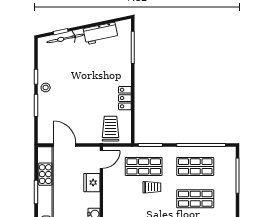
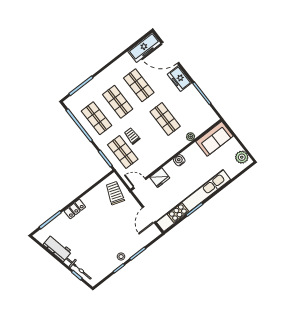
locker: (125, 98) -> (75, 209), moved
trolley: (110, 129) -> (115, 193), turned 109

